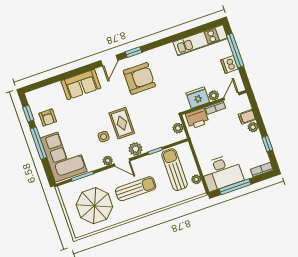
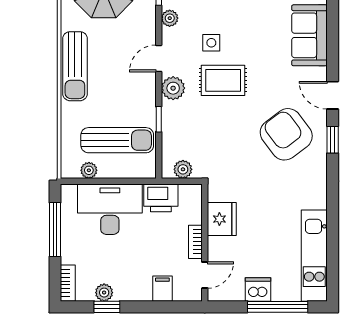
armchair: (139, 78) -> (286, 134), turned 143
plant: (214, 95) -> (216, 246), removed
door: (232, 96) -> (205, 275), hinge flipped
printer: (197, 118) -> (161, 198), moved, turned -90
plant: (253, 127) -> (104, 293), moved
plant: (108, 161) -> (170, 18), moved
desk: (222, 172) -> (110, 209), moved, turned 90
sun lounger: (136, 189) -> (75, 66), moved

